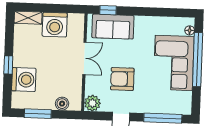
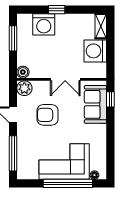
armchair: (122, 79) -> (48, 115), turned -90
boiler: (62, 104) -> (23, 72), moved

